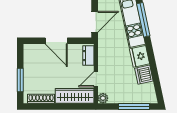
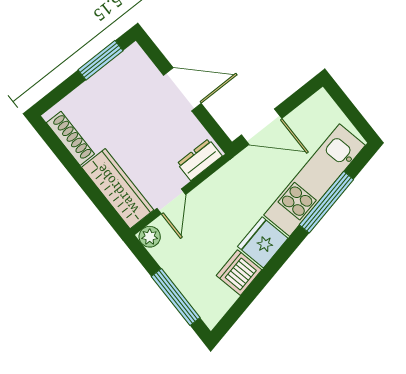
door: (56, 41) -> (182, 89), swing flipped
door: (96, 79) -> (171, 201), swing flipped
window: (20, 80) -> (101, 60), moved

